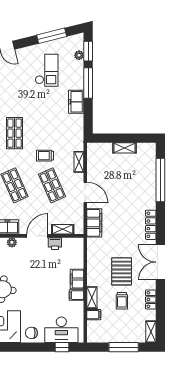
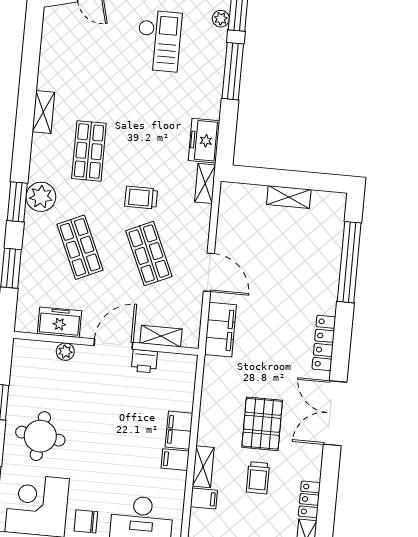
freezer: (76, 102) -> (204, 141), moved
shelving: (79, 162) -> (205, 183), moved
locker: (151, 299) -> (309, 499), moved

